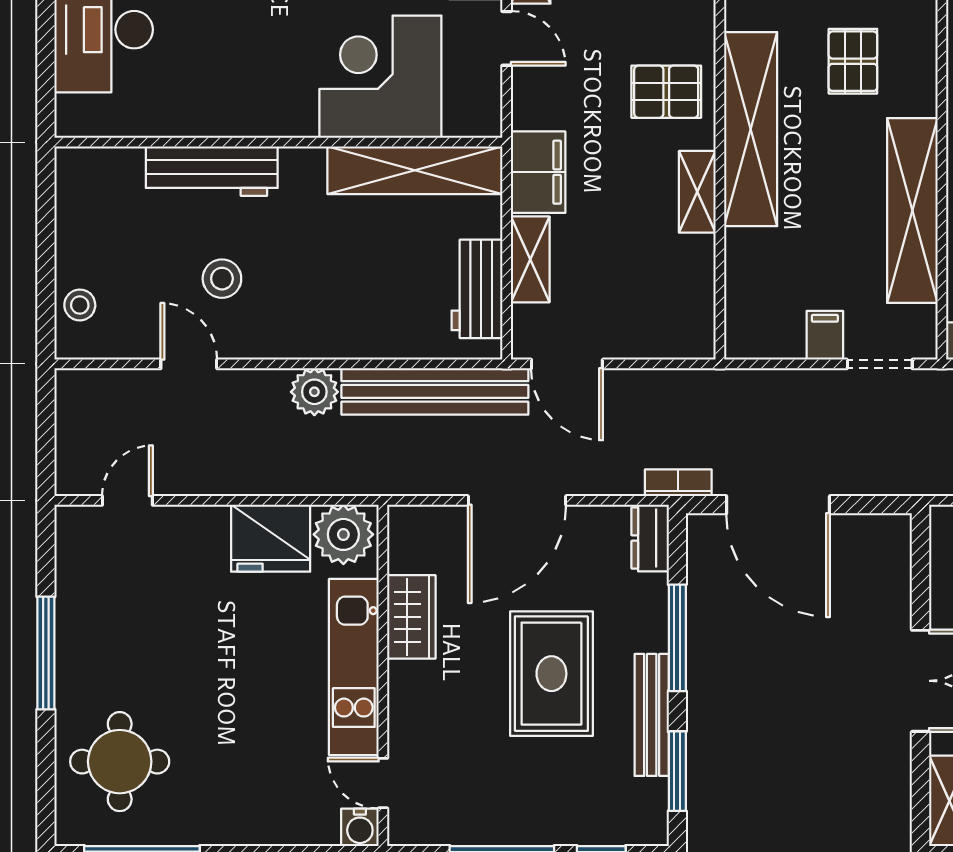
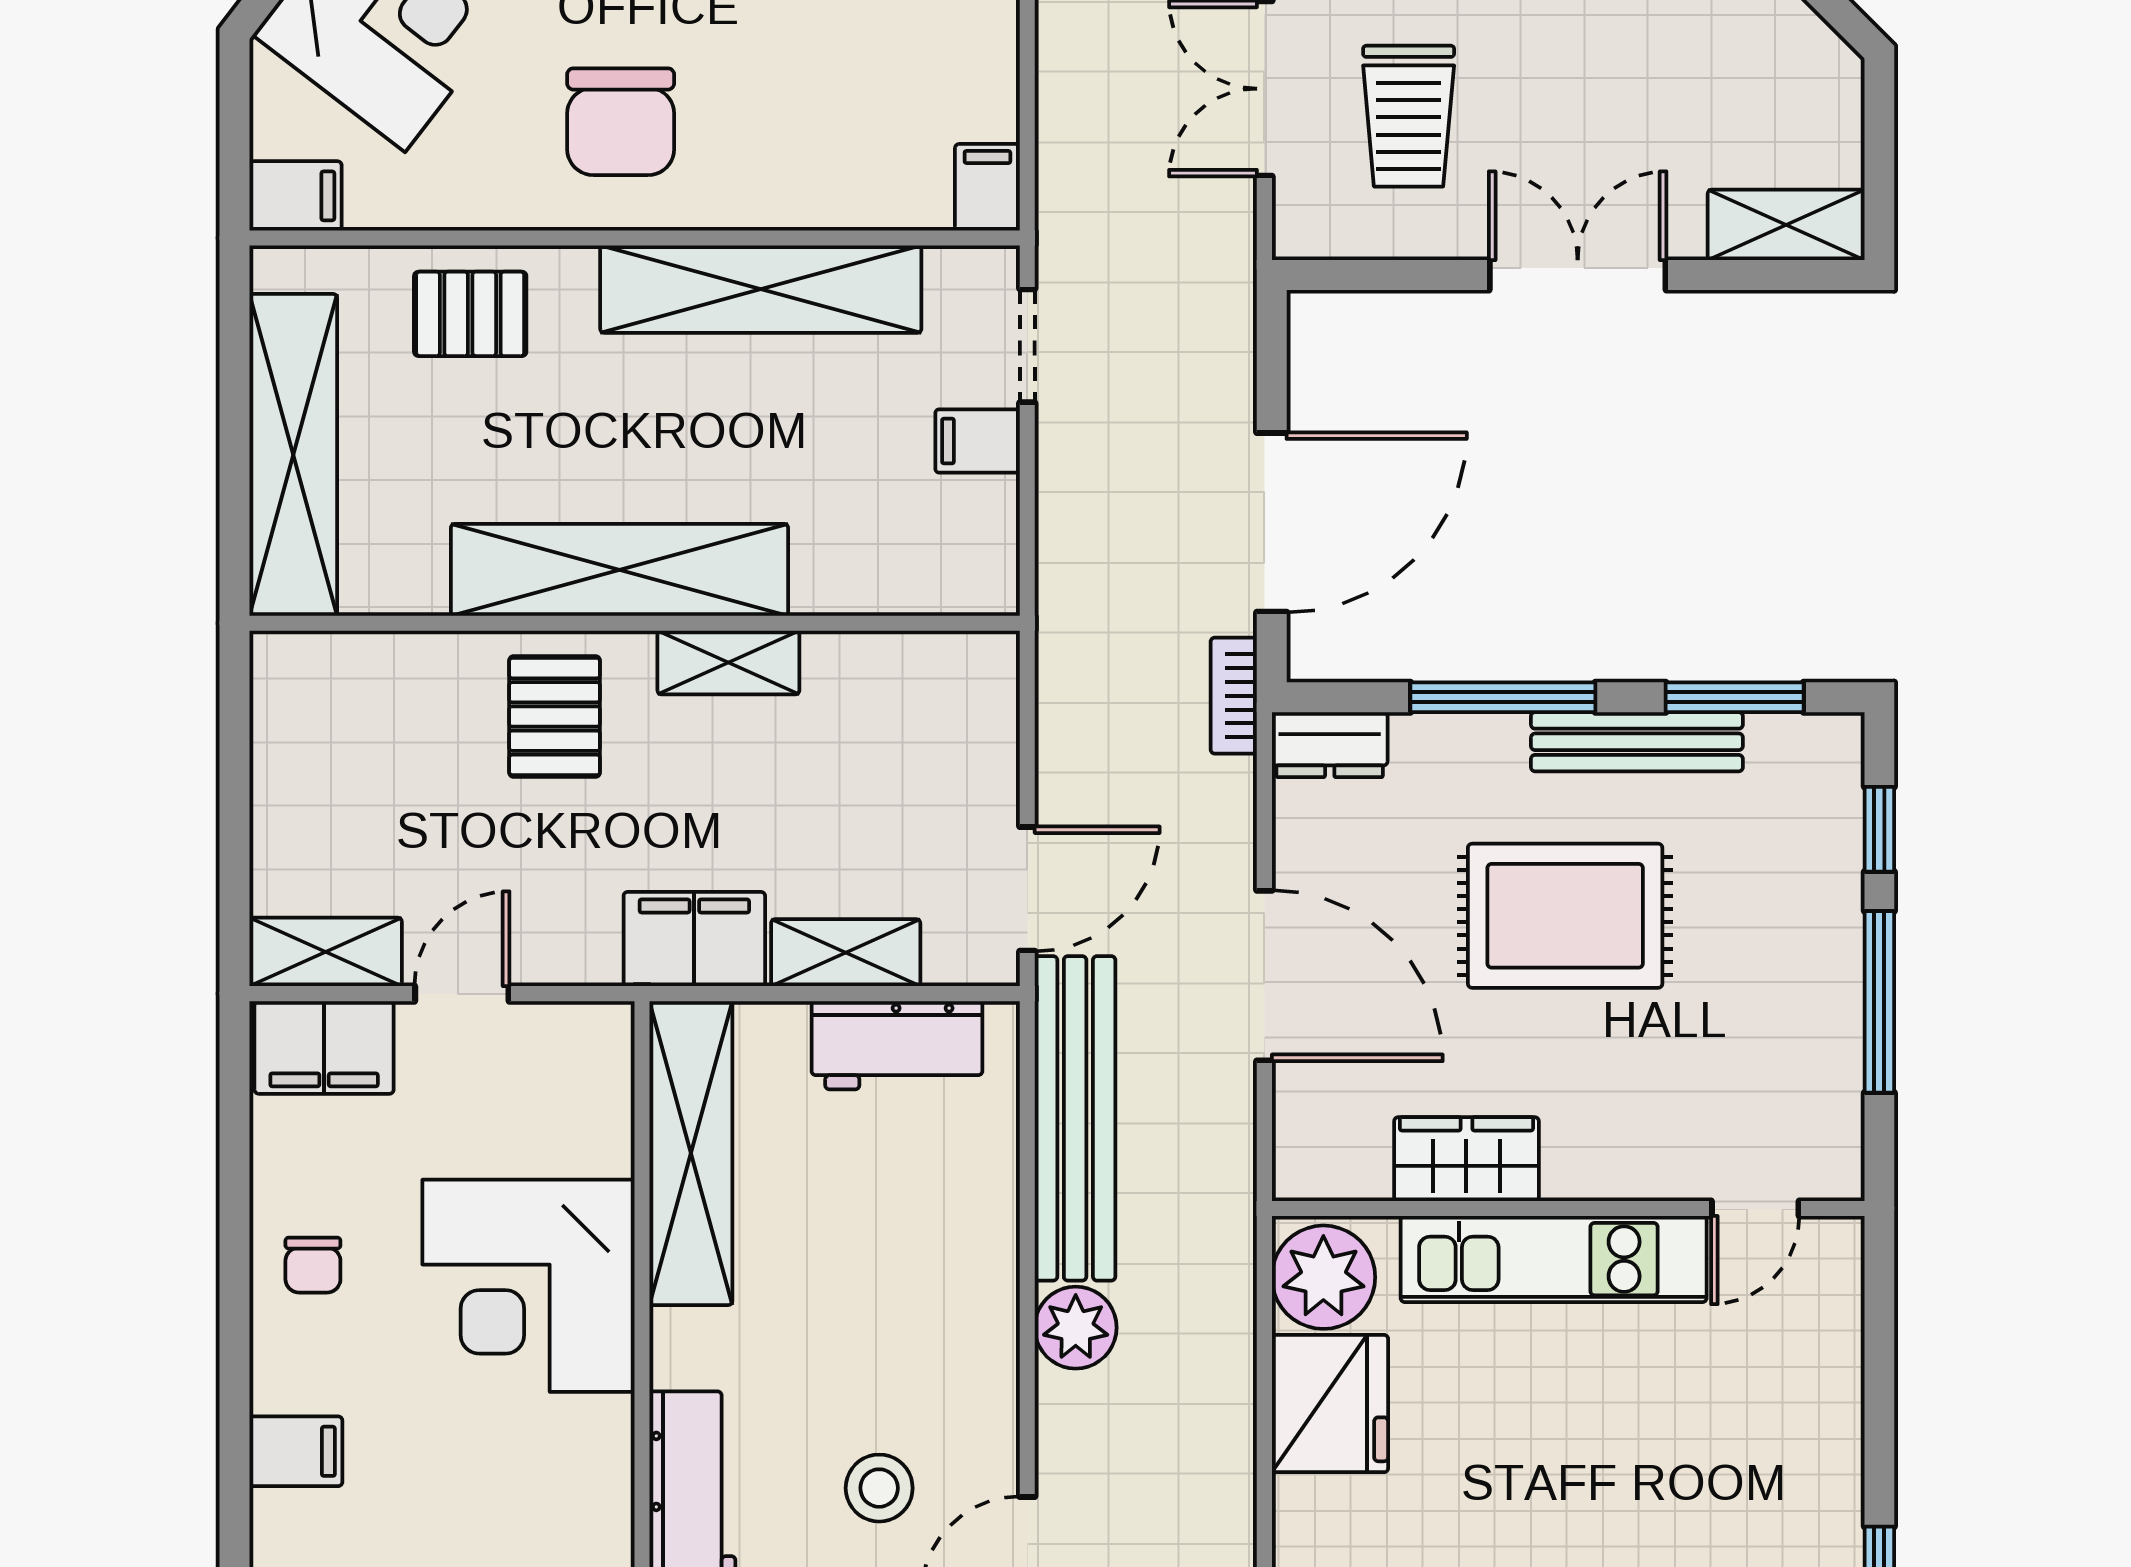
pallet: (853, 61) -> (470, 314), moved
corner desk: (380, 77) -> (528, 1286), moved
water cooler: (360, 827) -> (1832, 1248), removed

